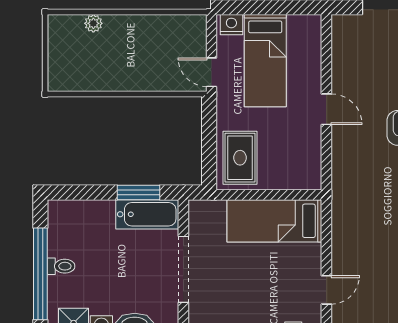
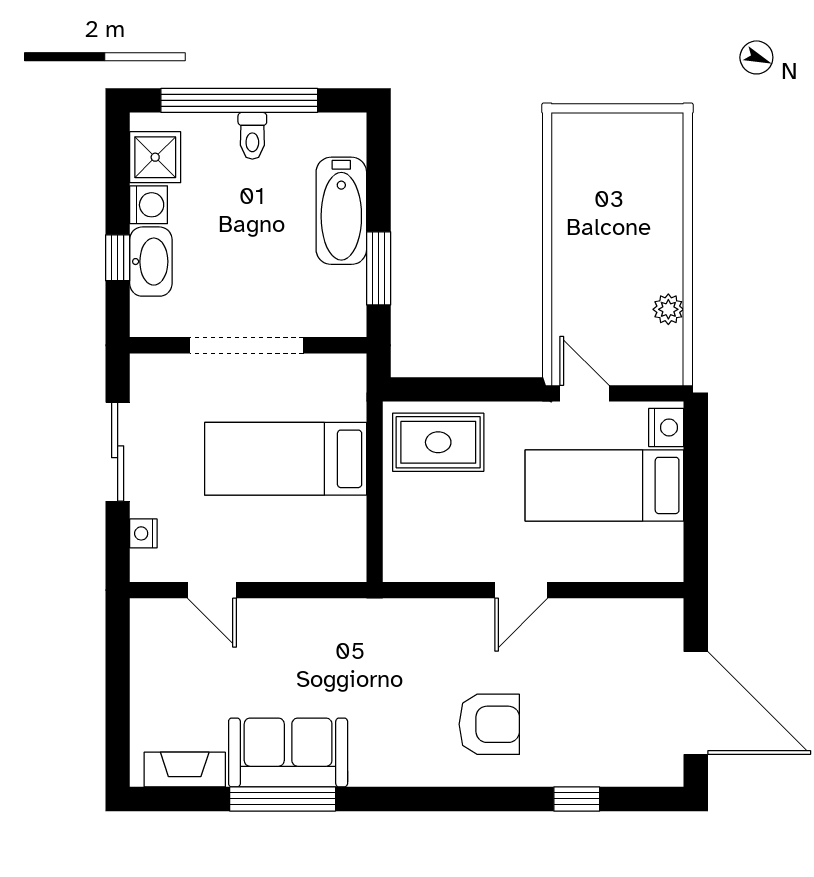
plant: (93, 23) -> (668, 309), moved
door: (212, 72) -> (585, 393), hinge flipped
bathtub: (147, 214) -> (341, 211), moved
bed: (274, 221) -> (286, 459), moved, turned -90

